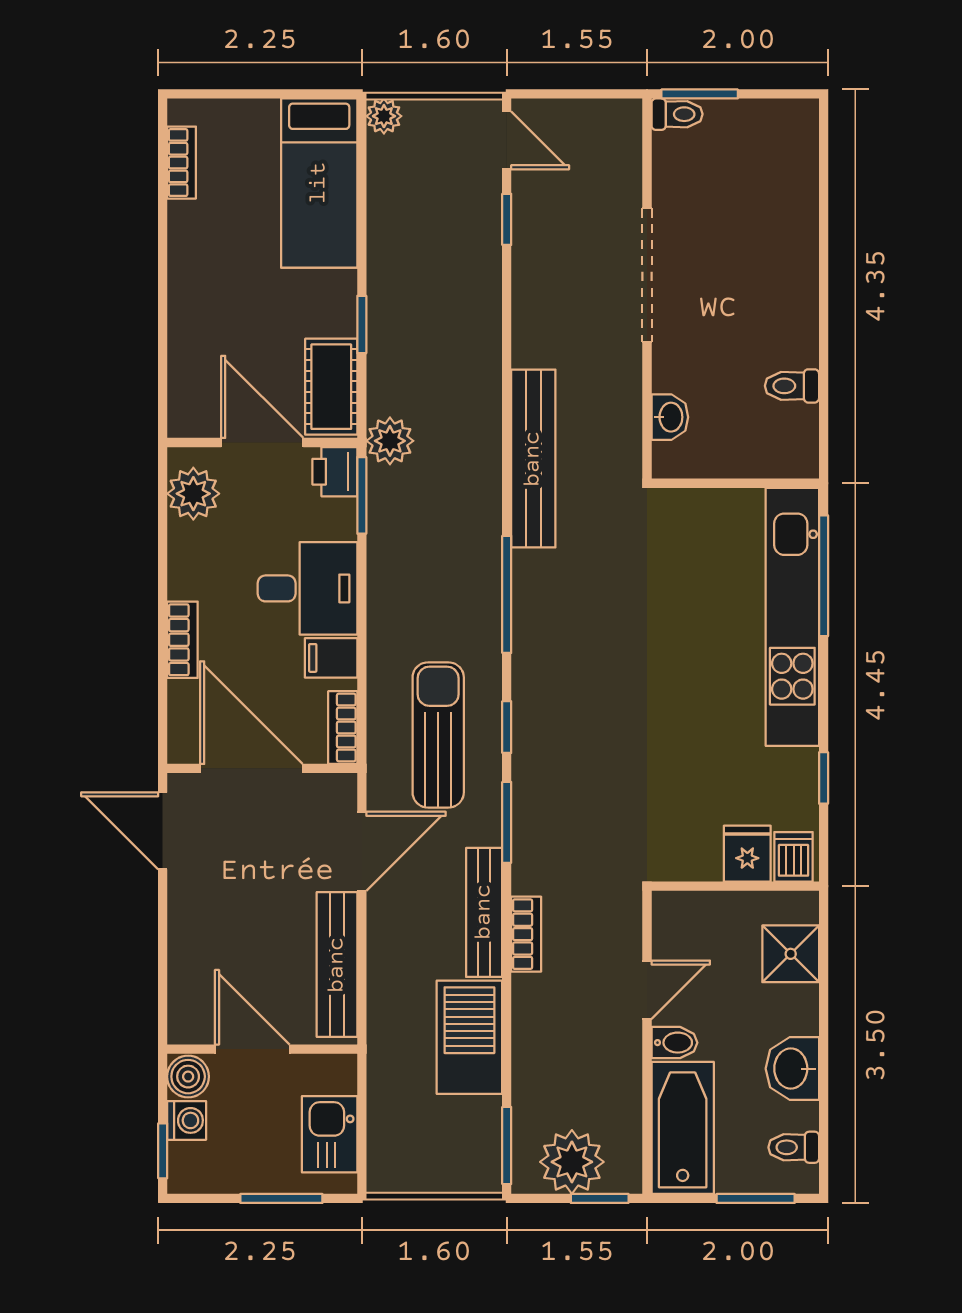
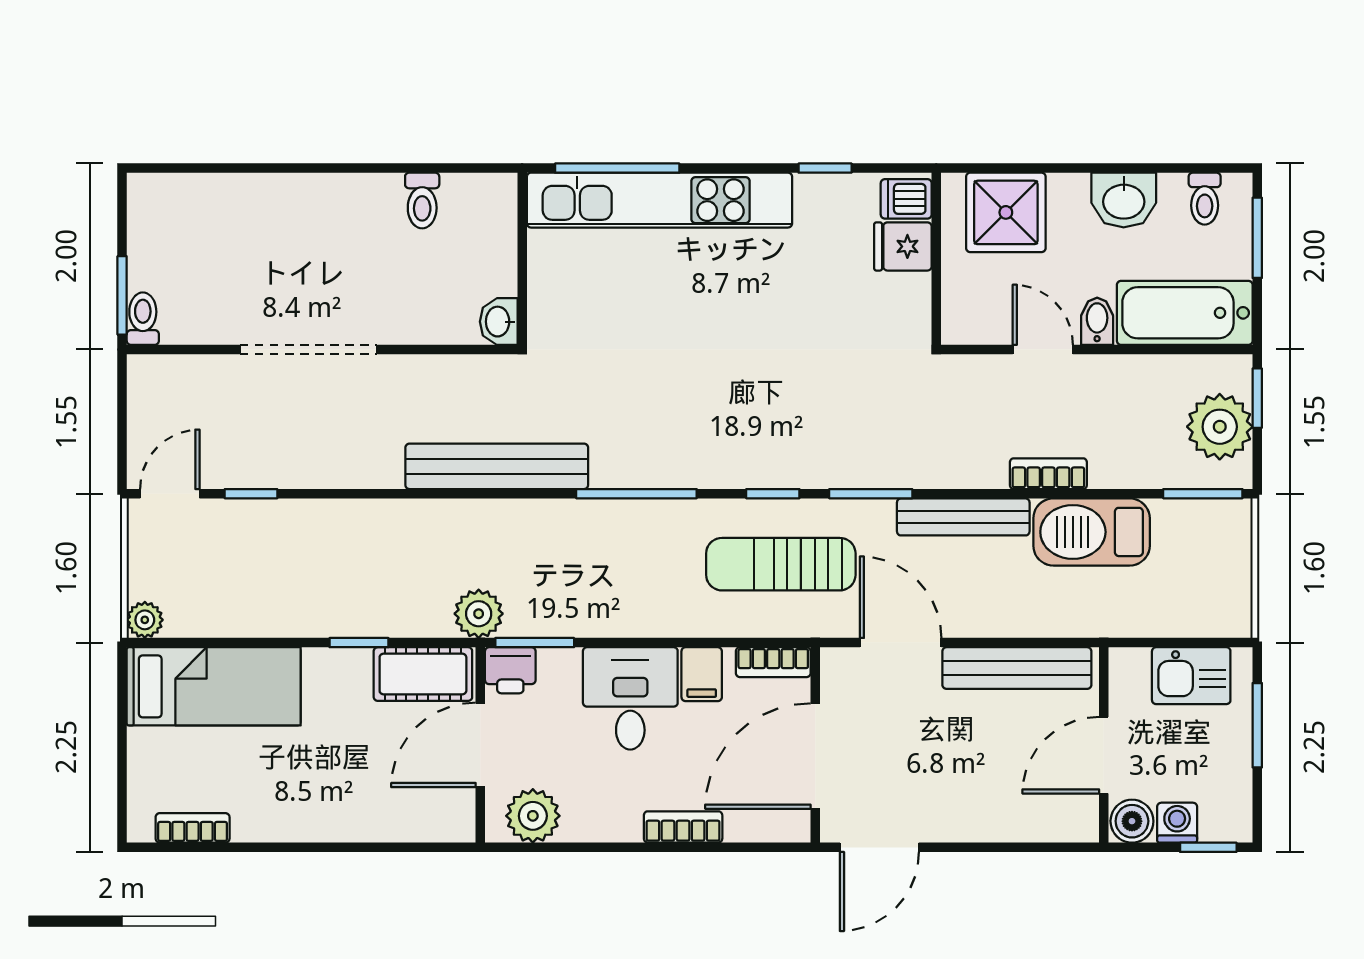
washbasin: (670, 417) -> (499, 322), moved, turned -90
bookcase: (526, 934) -> (1048, 474), moved
shower: (791, 954) -> (1006, 212), width x1.36, depth x1.36

